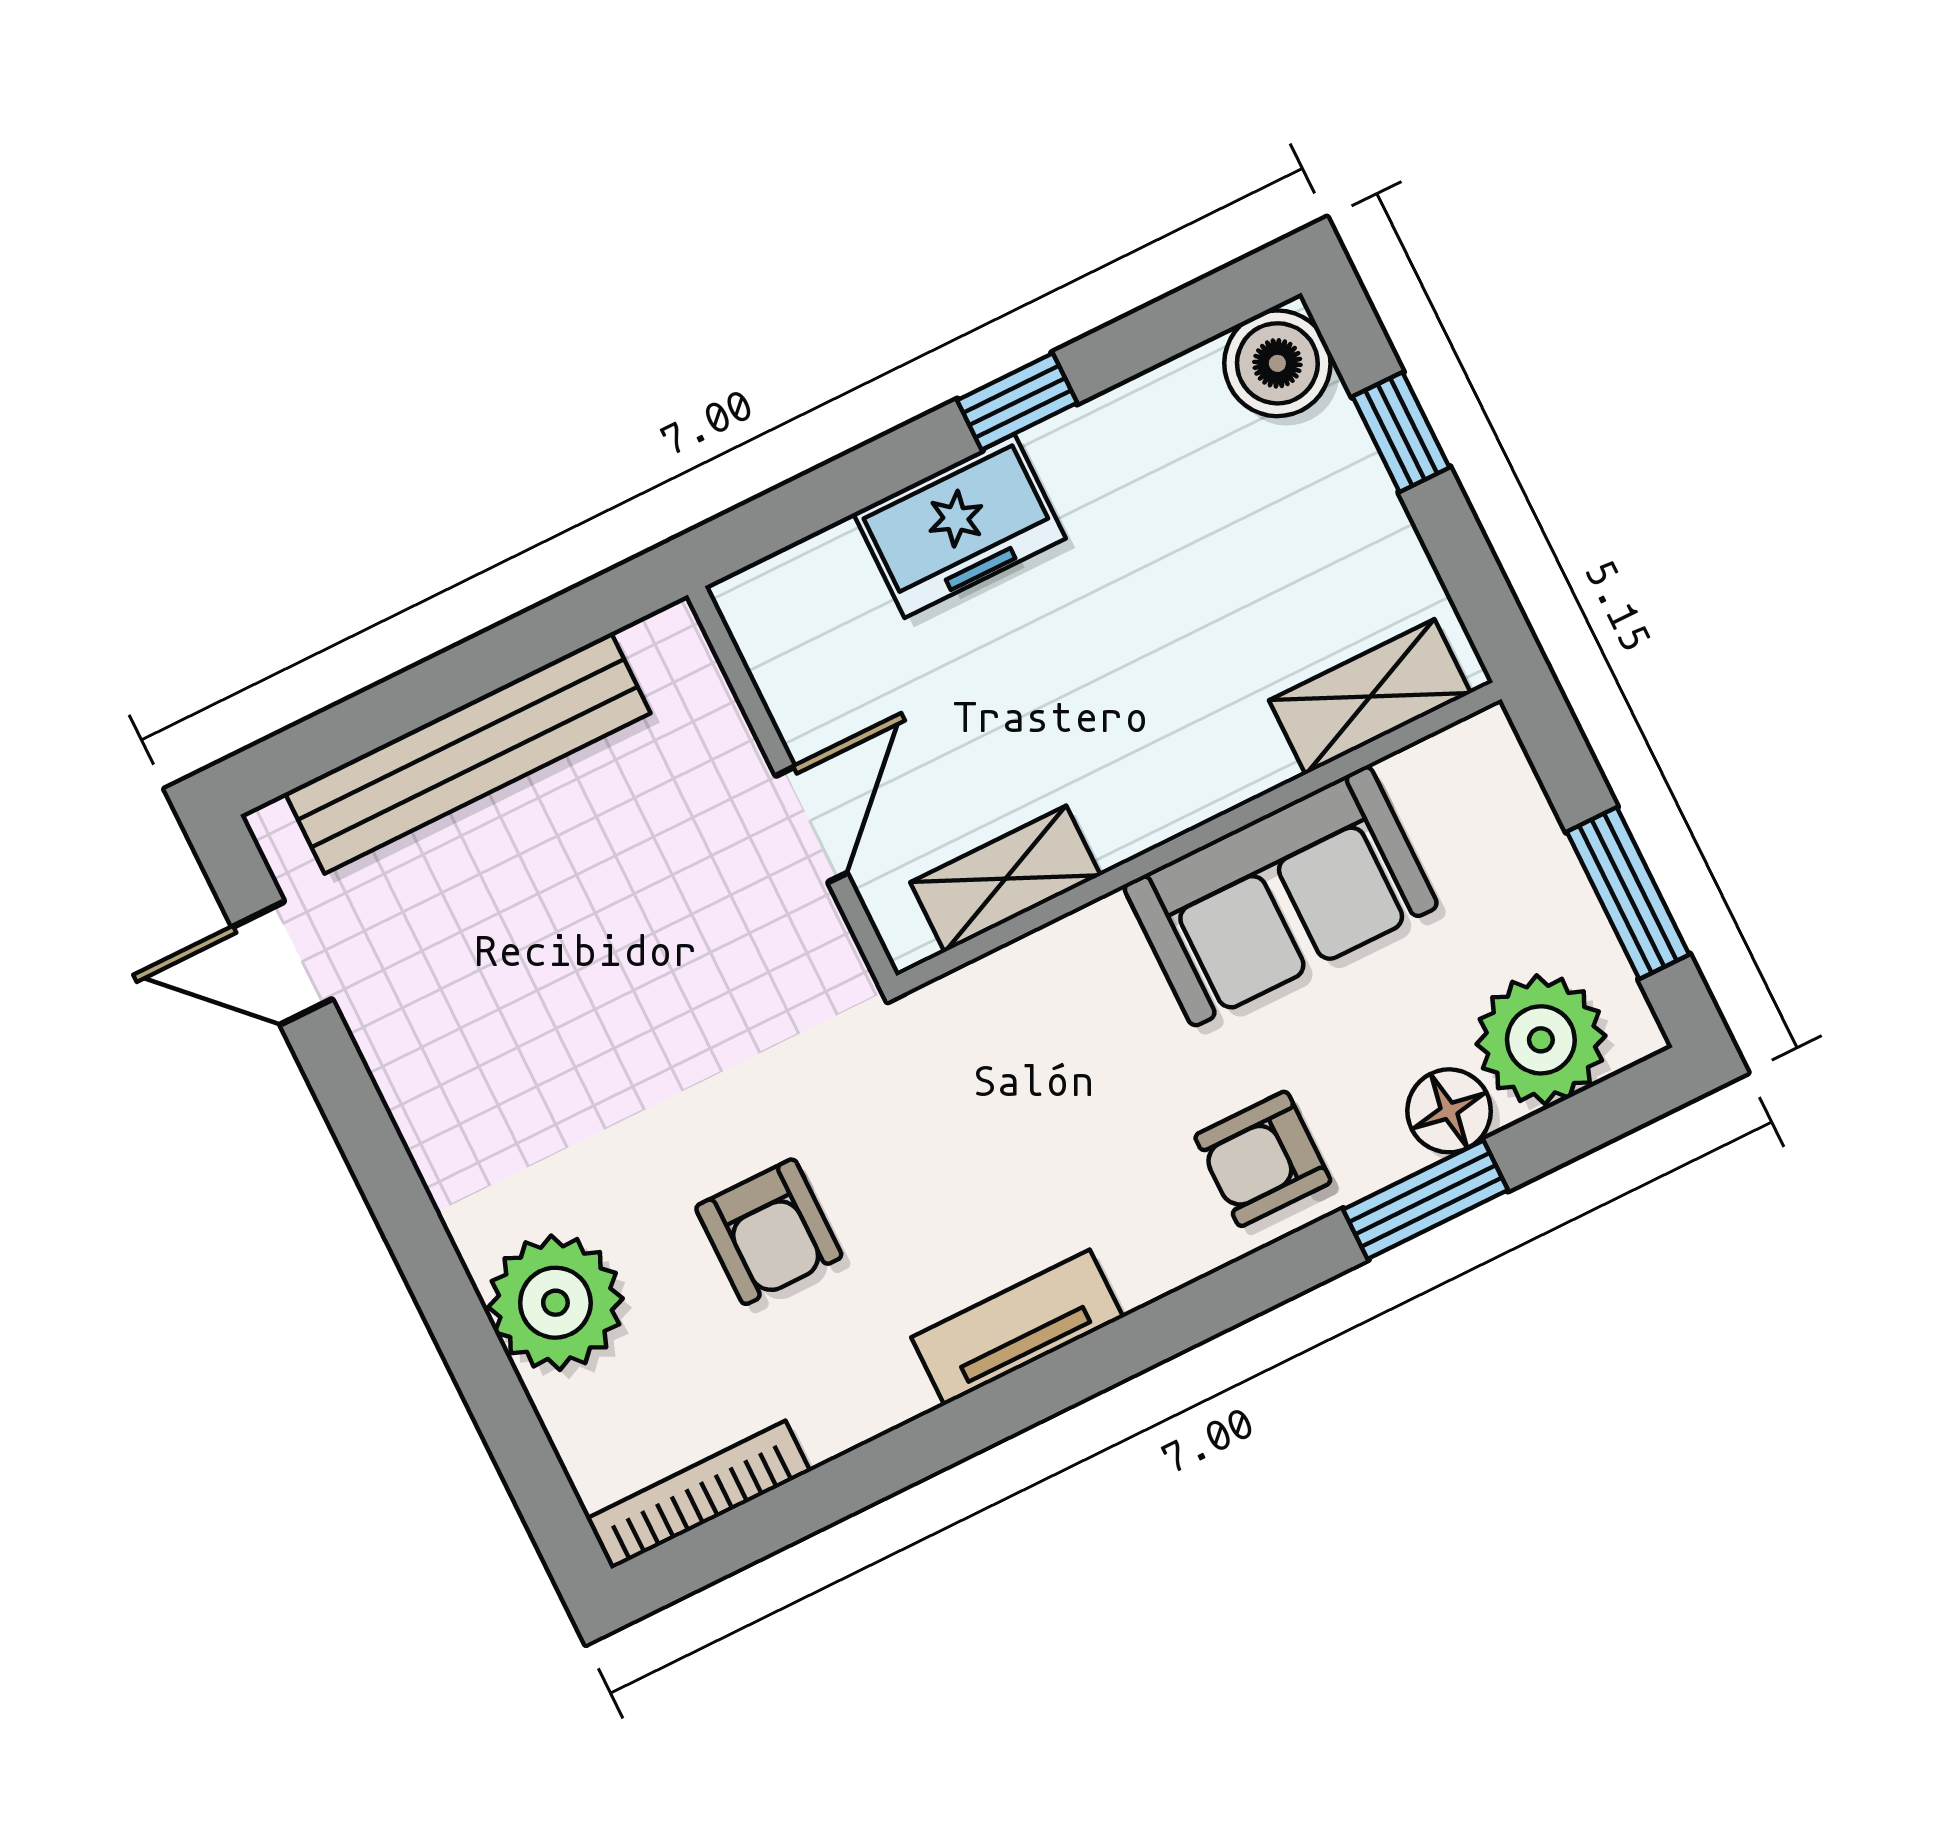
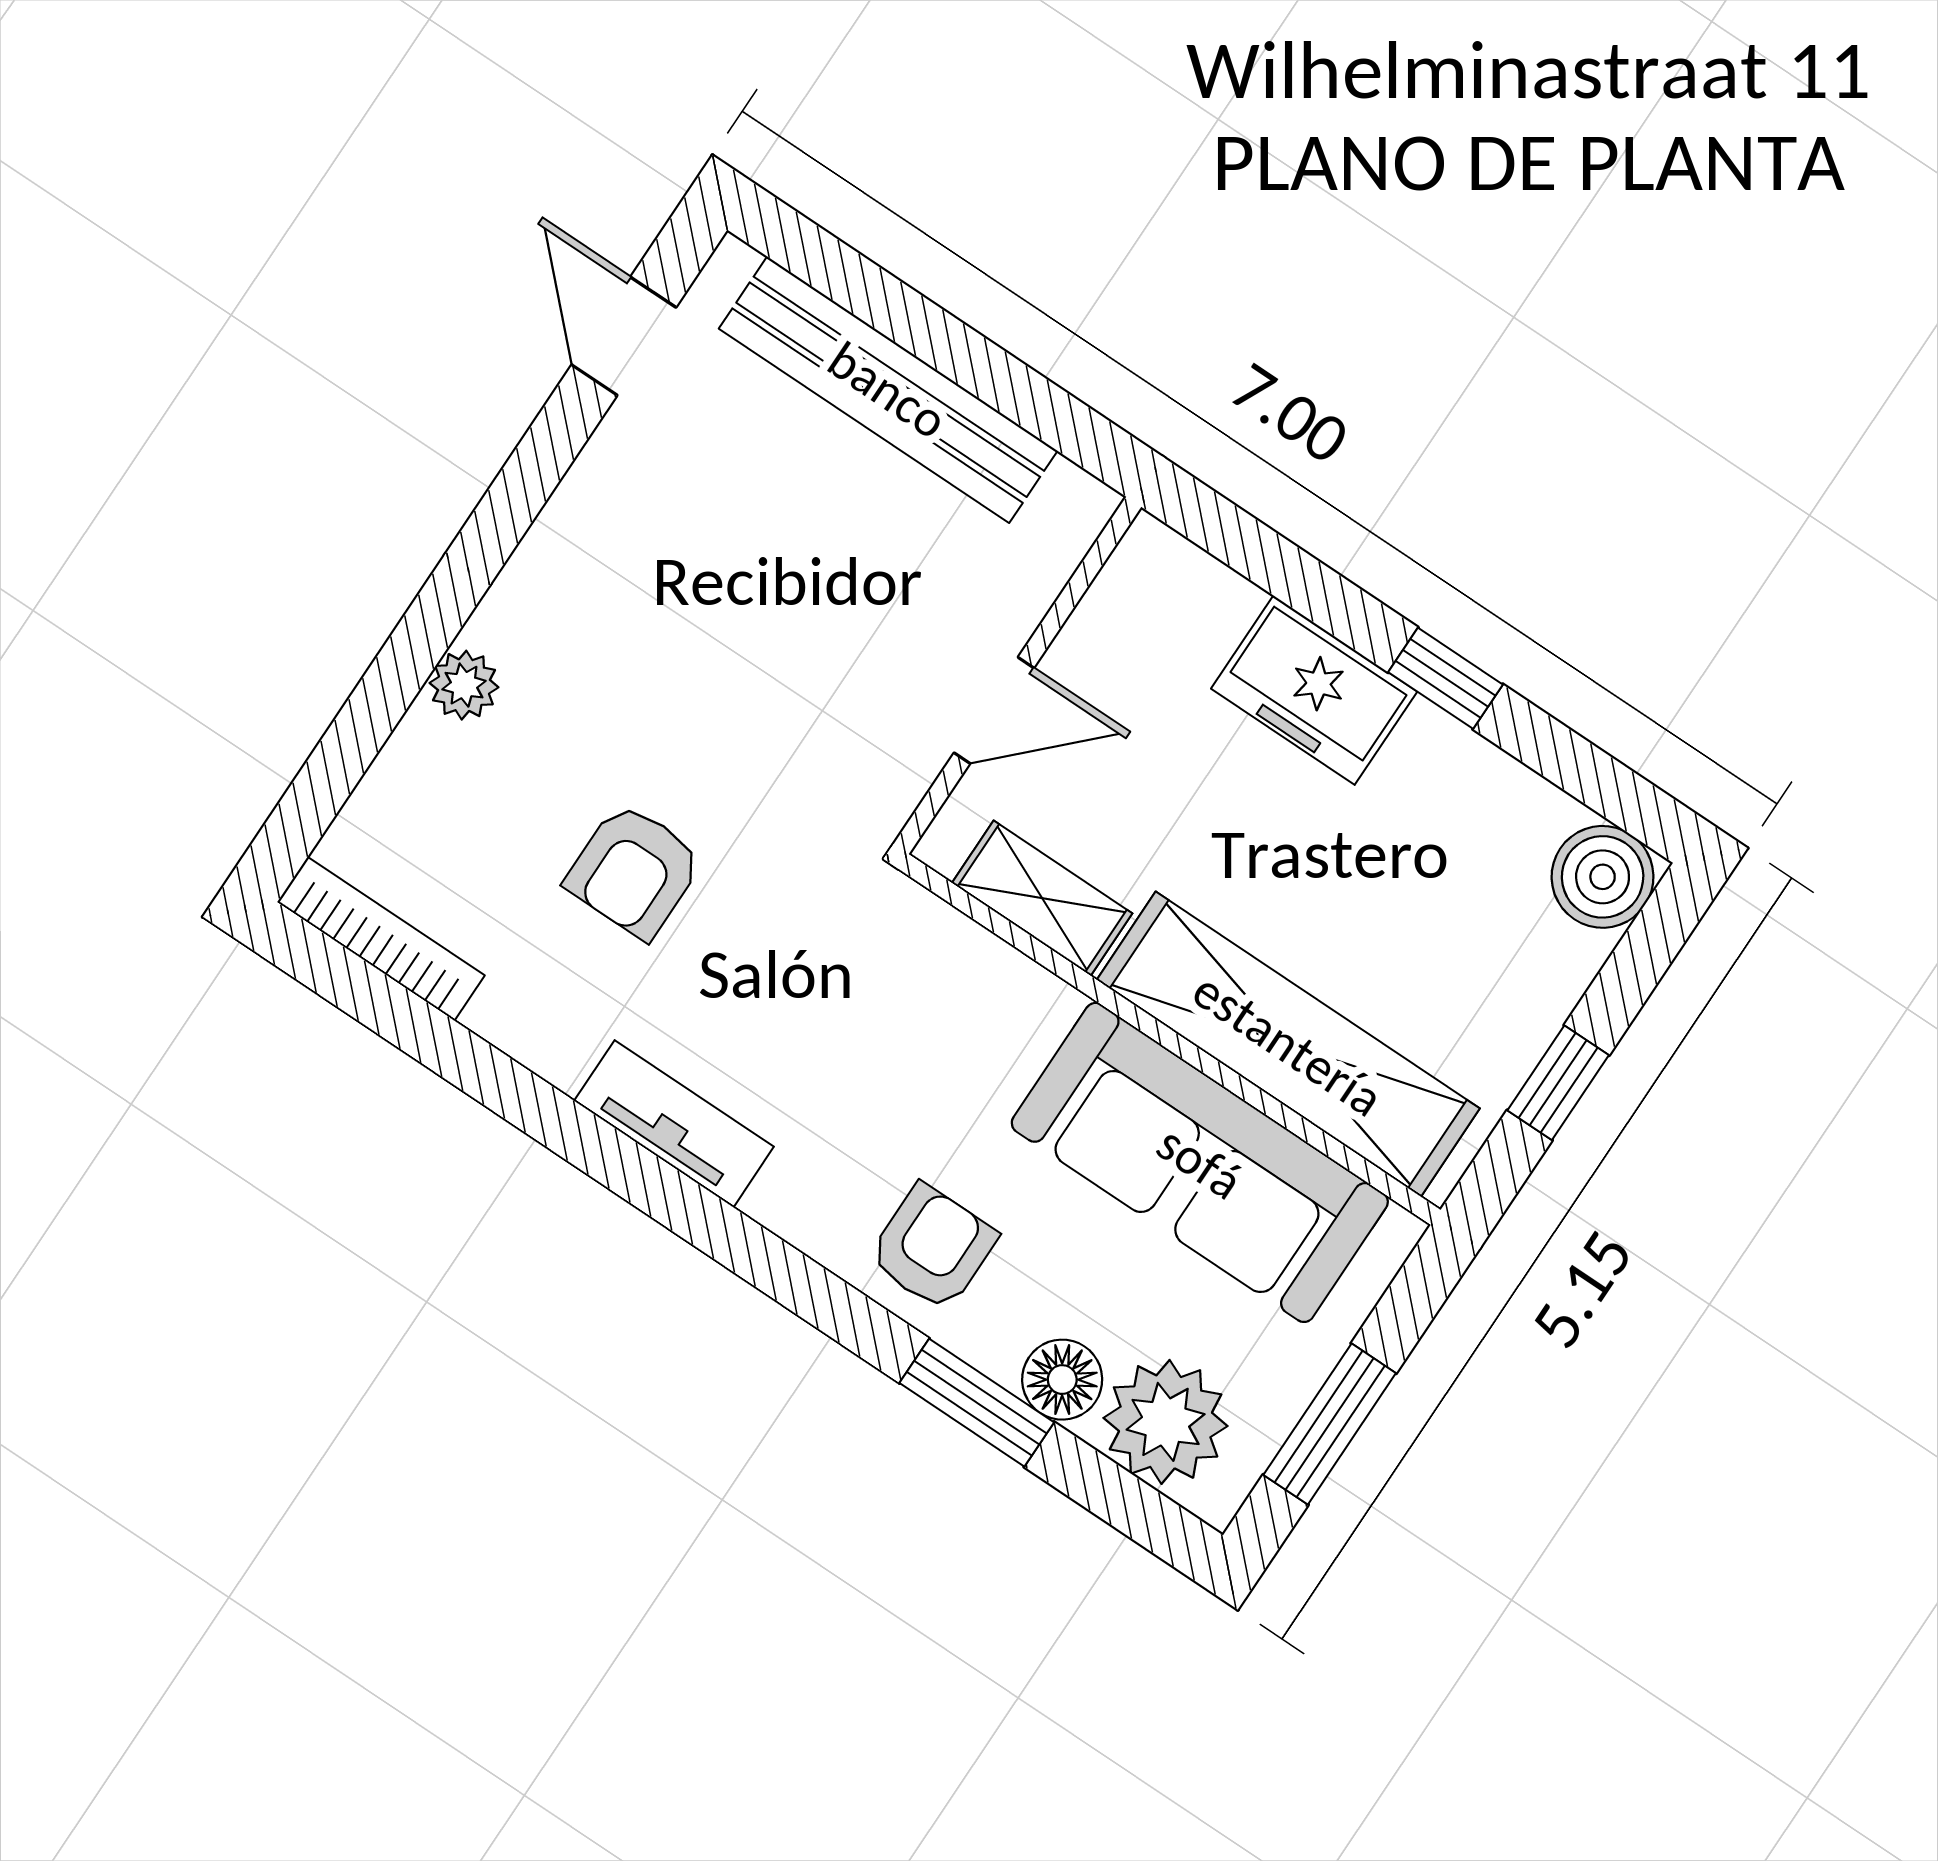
window: (1401, 432) -> (1558, 1083), moved
shelving: (1370, 697) -> (1288, 1044), width x2.20, depth x1.33
sofa: (1281, 896) -> (1200, 1162), width x1.36
armchair: (1263, 1159) -> (933, 1247), turned 90
plant: (555, 1303) -> (464, 685), width x0.53, depth x0.53

